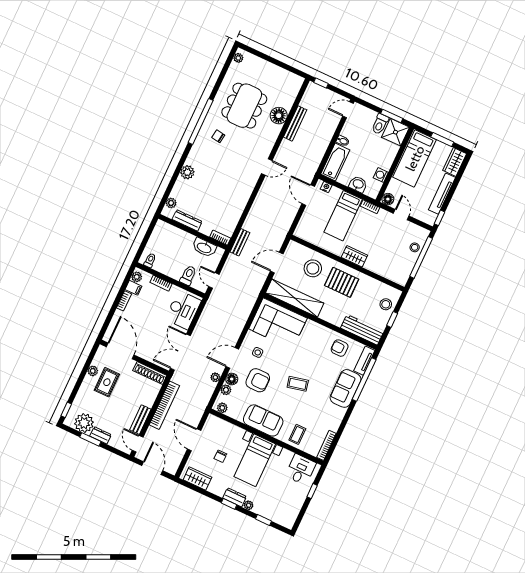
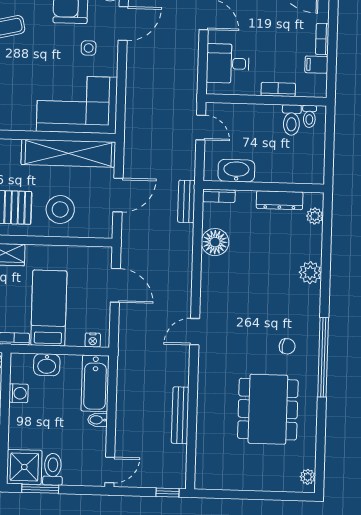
floor lamp: (279, 116) -> (215, 242), moved
door: (308, 195) -> (115, 285), moved
toilet: (188, 275) -> (292, 120), moved
plant: (137, 277) -> (319, 83), removed
desk: (183, 310) -> (228, 64), width x0.73

